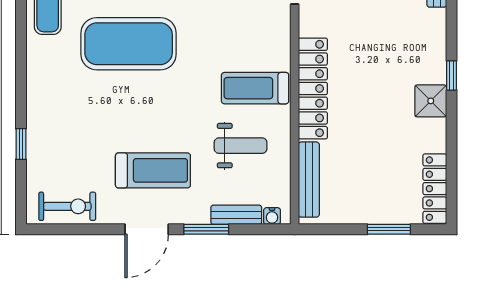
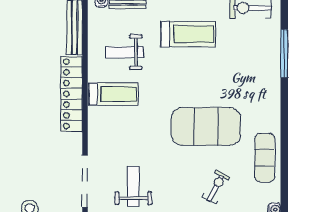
window: (21, 144) -> (284, 53), width x2.17
treadmill: (153, 170) -> (188, 34), turned 180

